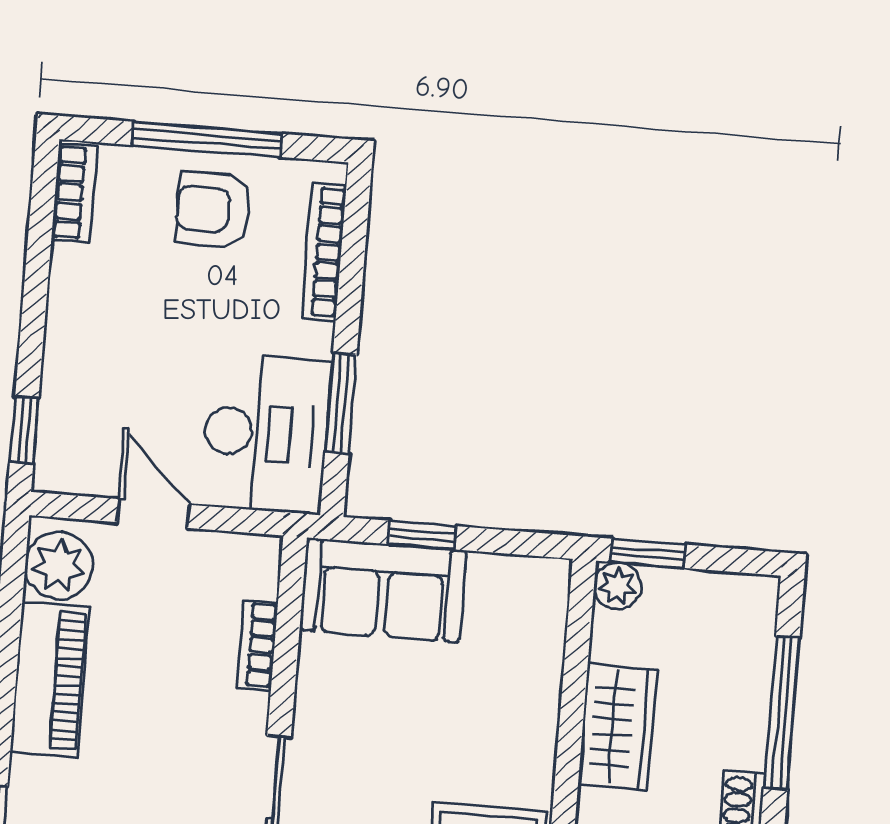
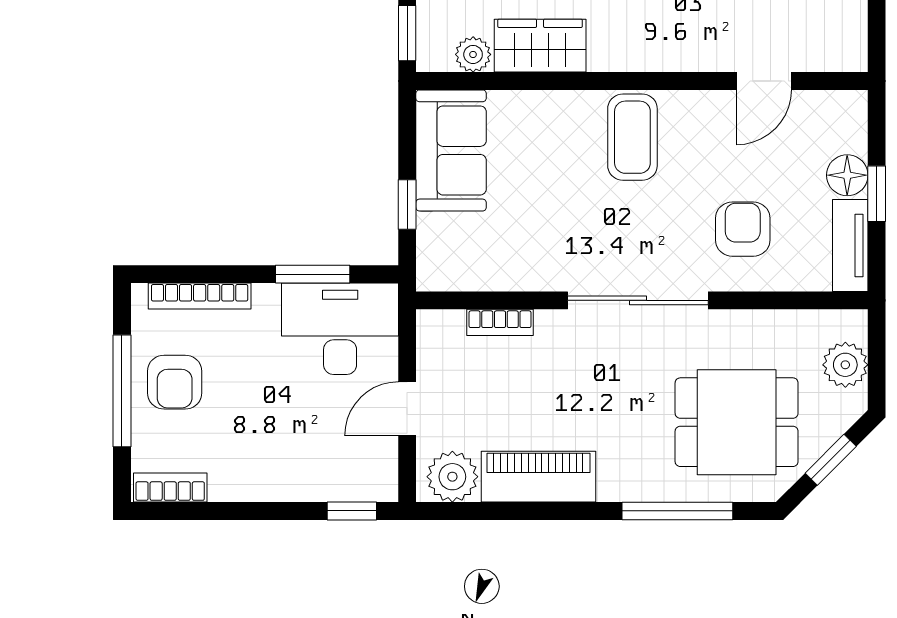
plant: (617, 586) -> (473, 54), moved
sofa: (383, 590) -> (451, 150), moved

